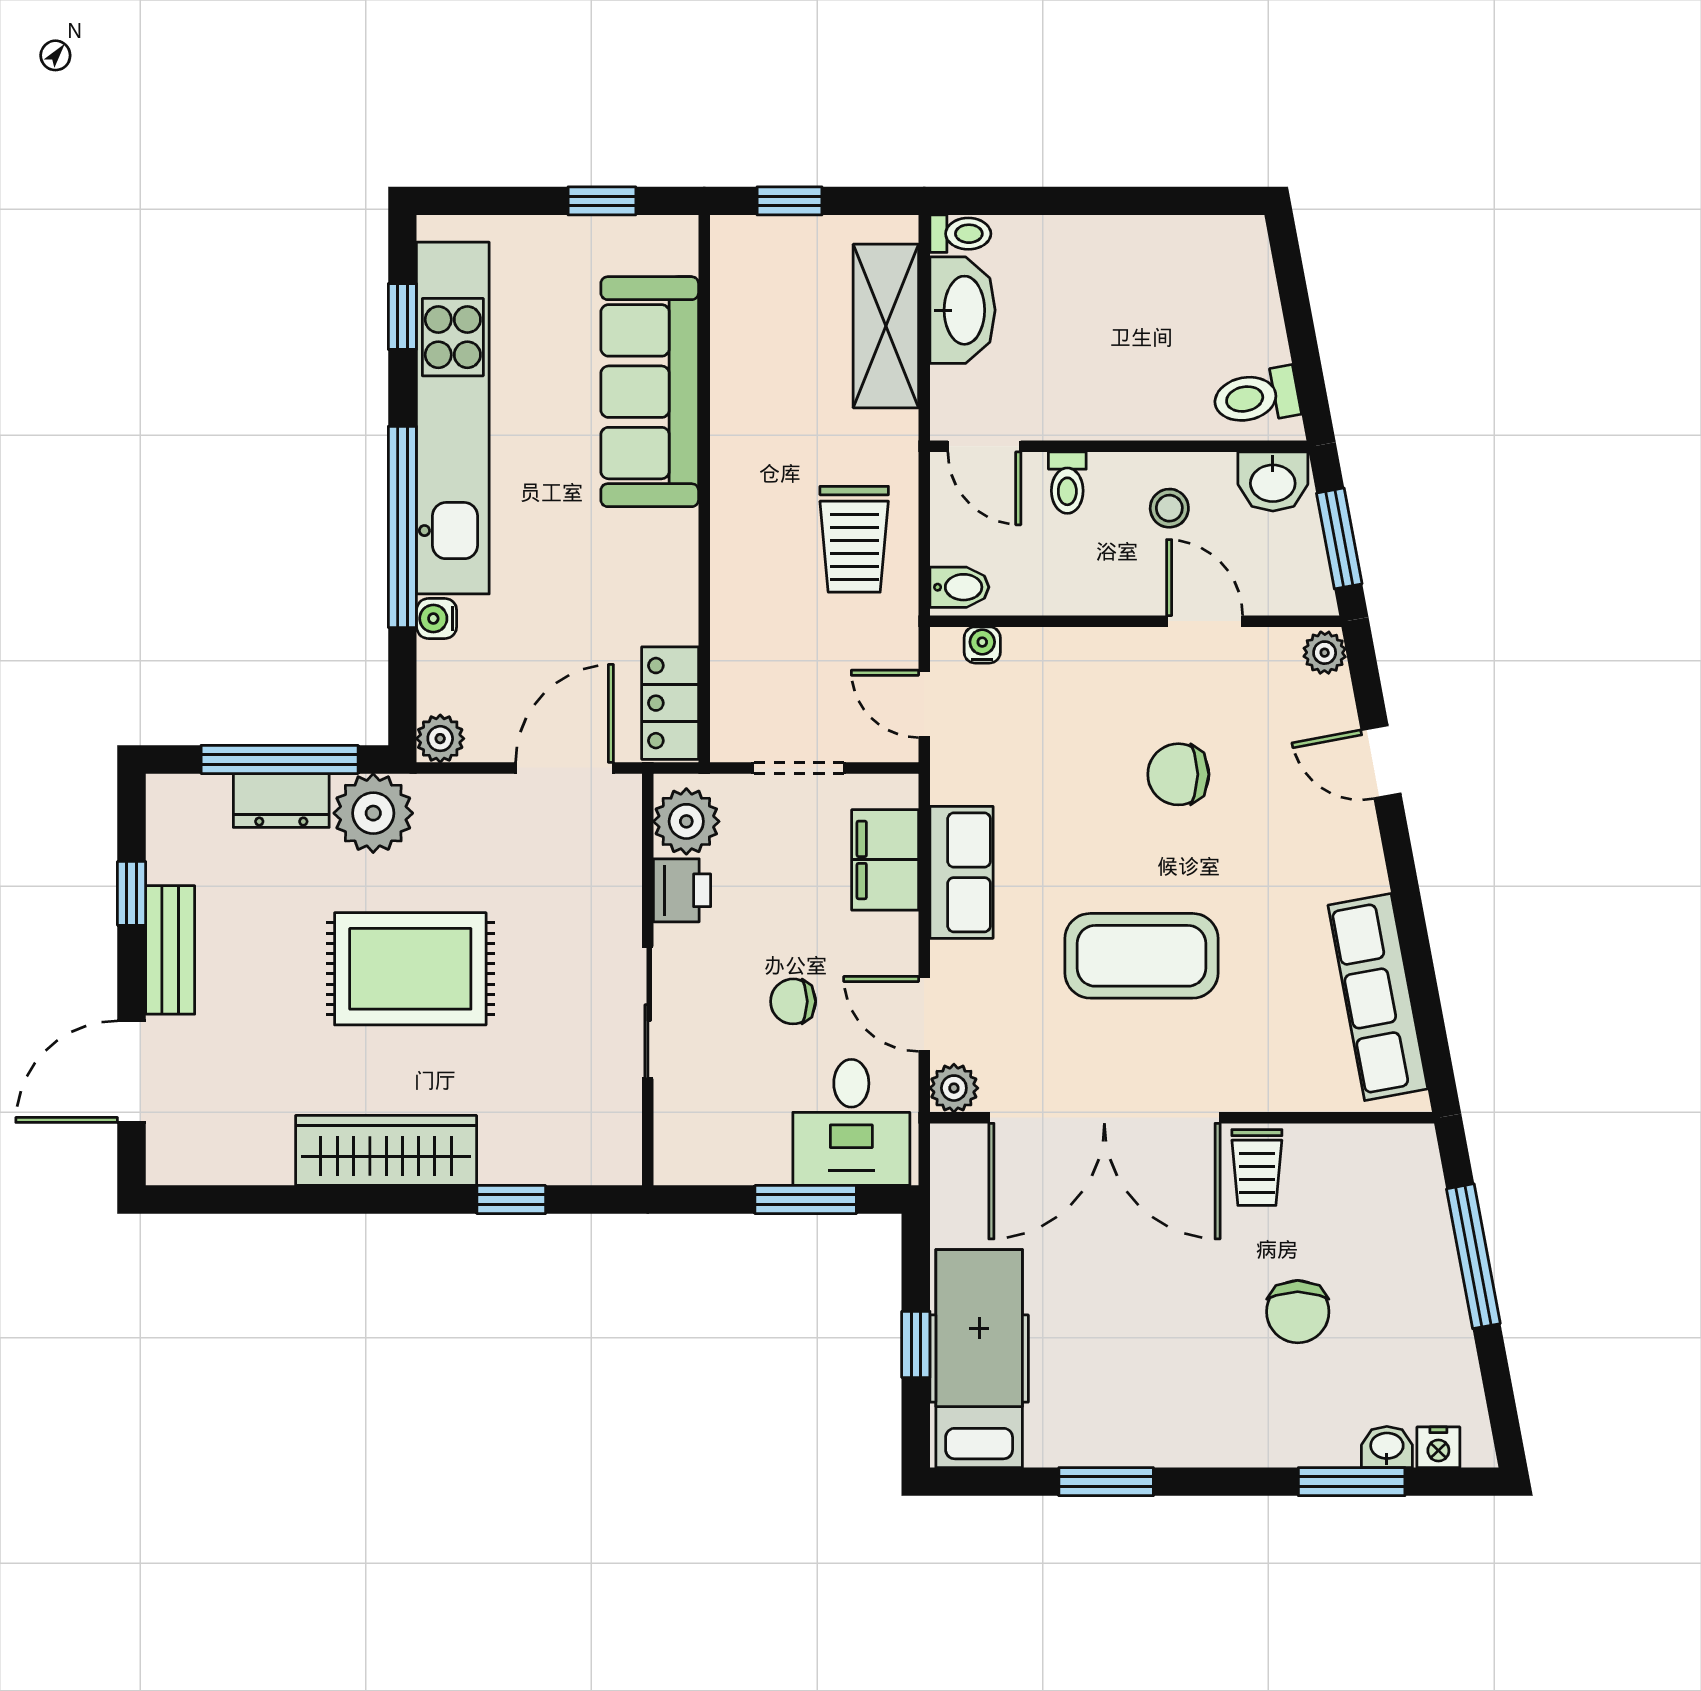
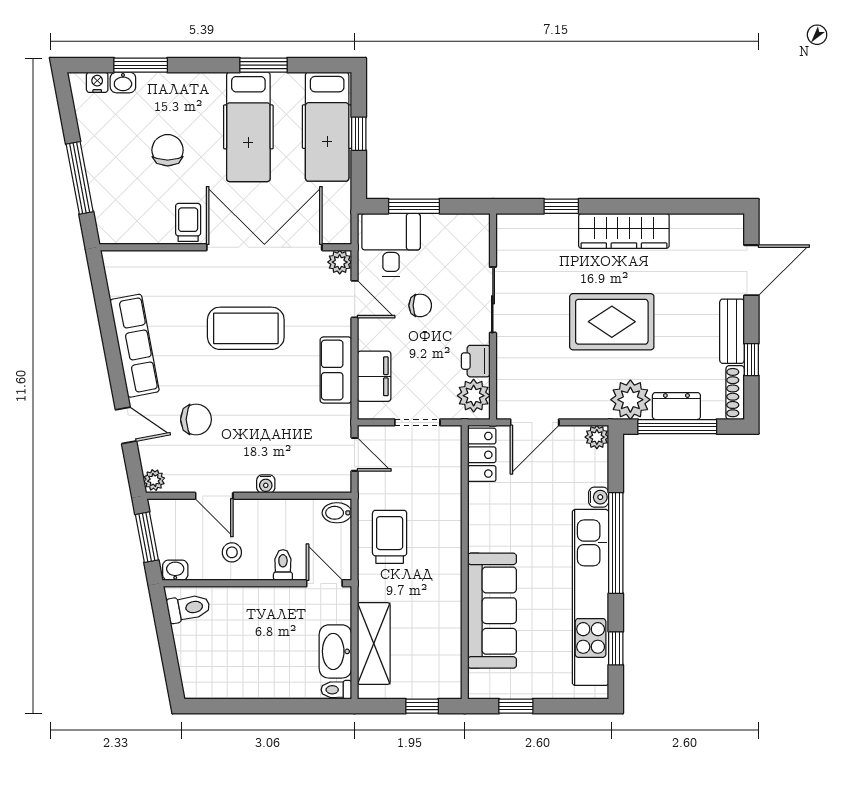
washbasin: (1273, 482) -> (175, 570), width x0.72, depth x0.69
water cooler: (982, 645) -> (266, 484), moved
chair: (1178, 774) -> (196, 419), moved
shoe rack: (164, 827) -> (735, 393), added
row of seats: (1378, 997) -> (135, 346), moved
hospital bed: (1136, 1358) -> (248, 127), added

